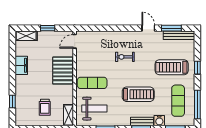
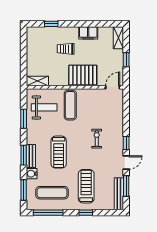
window: (129, 28) -> (126, 143), added
door: (75, 41) -> (113, 87), hinge flipped
trolley: (45, 107) -> (66, 49), moved
weight bench: (94, 109) -> (44, 107), turned -90

